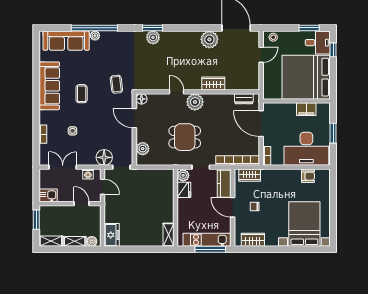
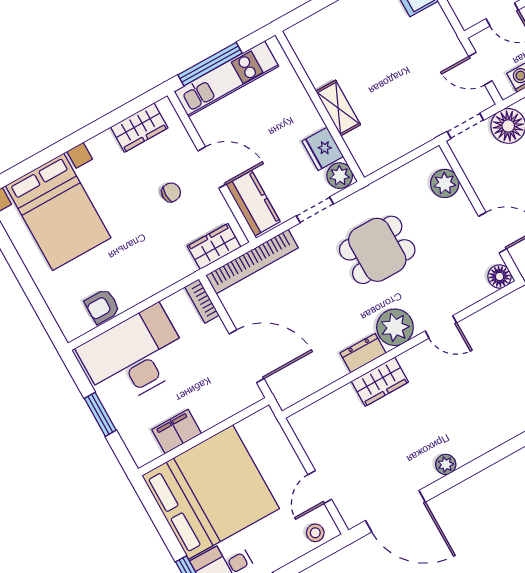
plant: (209, 39) -> (446, 464), width x0.53, depth x0.53
dresser: (244, 99) -> (363, 353), moved
shelving: (169, 235) -> (338, 108), moved

